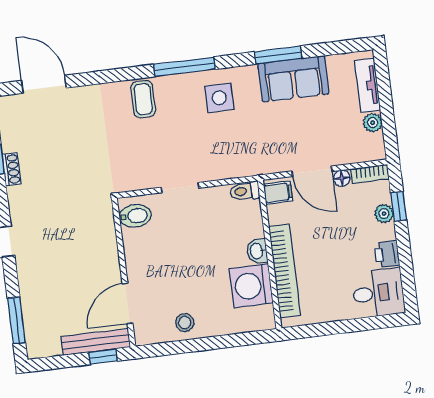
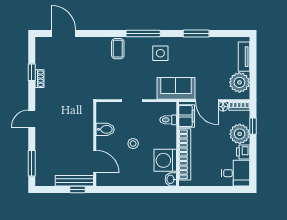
sofa: (293, 79) -> (176, 88), moved, turned 180
plant: (373, 123) -> (239, 82), width x1.88, depth x1.88
toilet: (245, 191) -> (168, 120), moved
filing cabinet: (278, 193) -> (187, 116), width x2.00
plant: (384, 214) -> (240, 134), width x1.88, depth x1.88
bidet: (135, 216) -> (105, 129), moved
washbasin: (257, 251) -> (171, 179), moved
door: (127, 303) -> (95, 162), swing flipped
stool: (185, 323) -> (133, 144), moved

